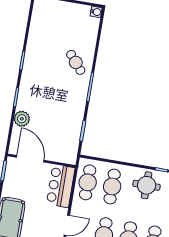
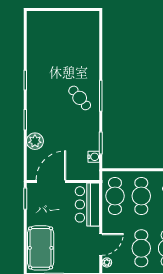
water cooler: (96, 12) -> (94, 157), moved
cafe table: (76, 62) -> (80, 98), moved
door: (30, 159) -> (51, 181), hinge flipped

